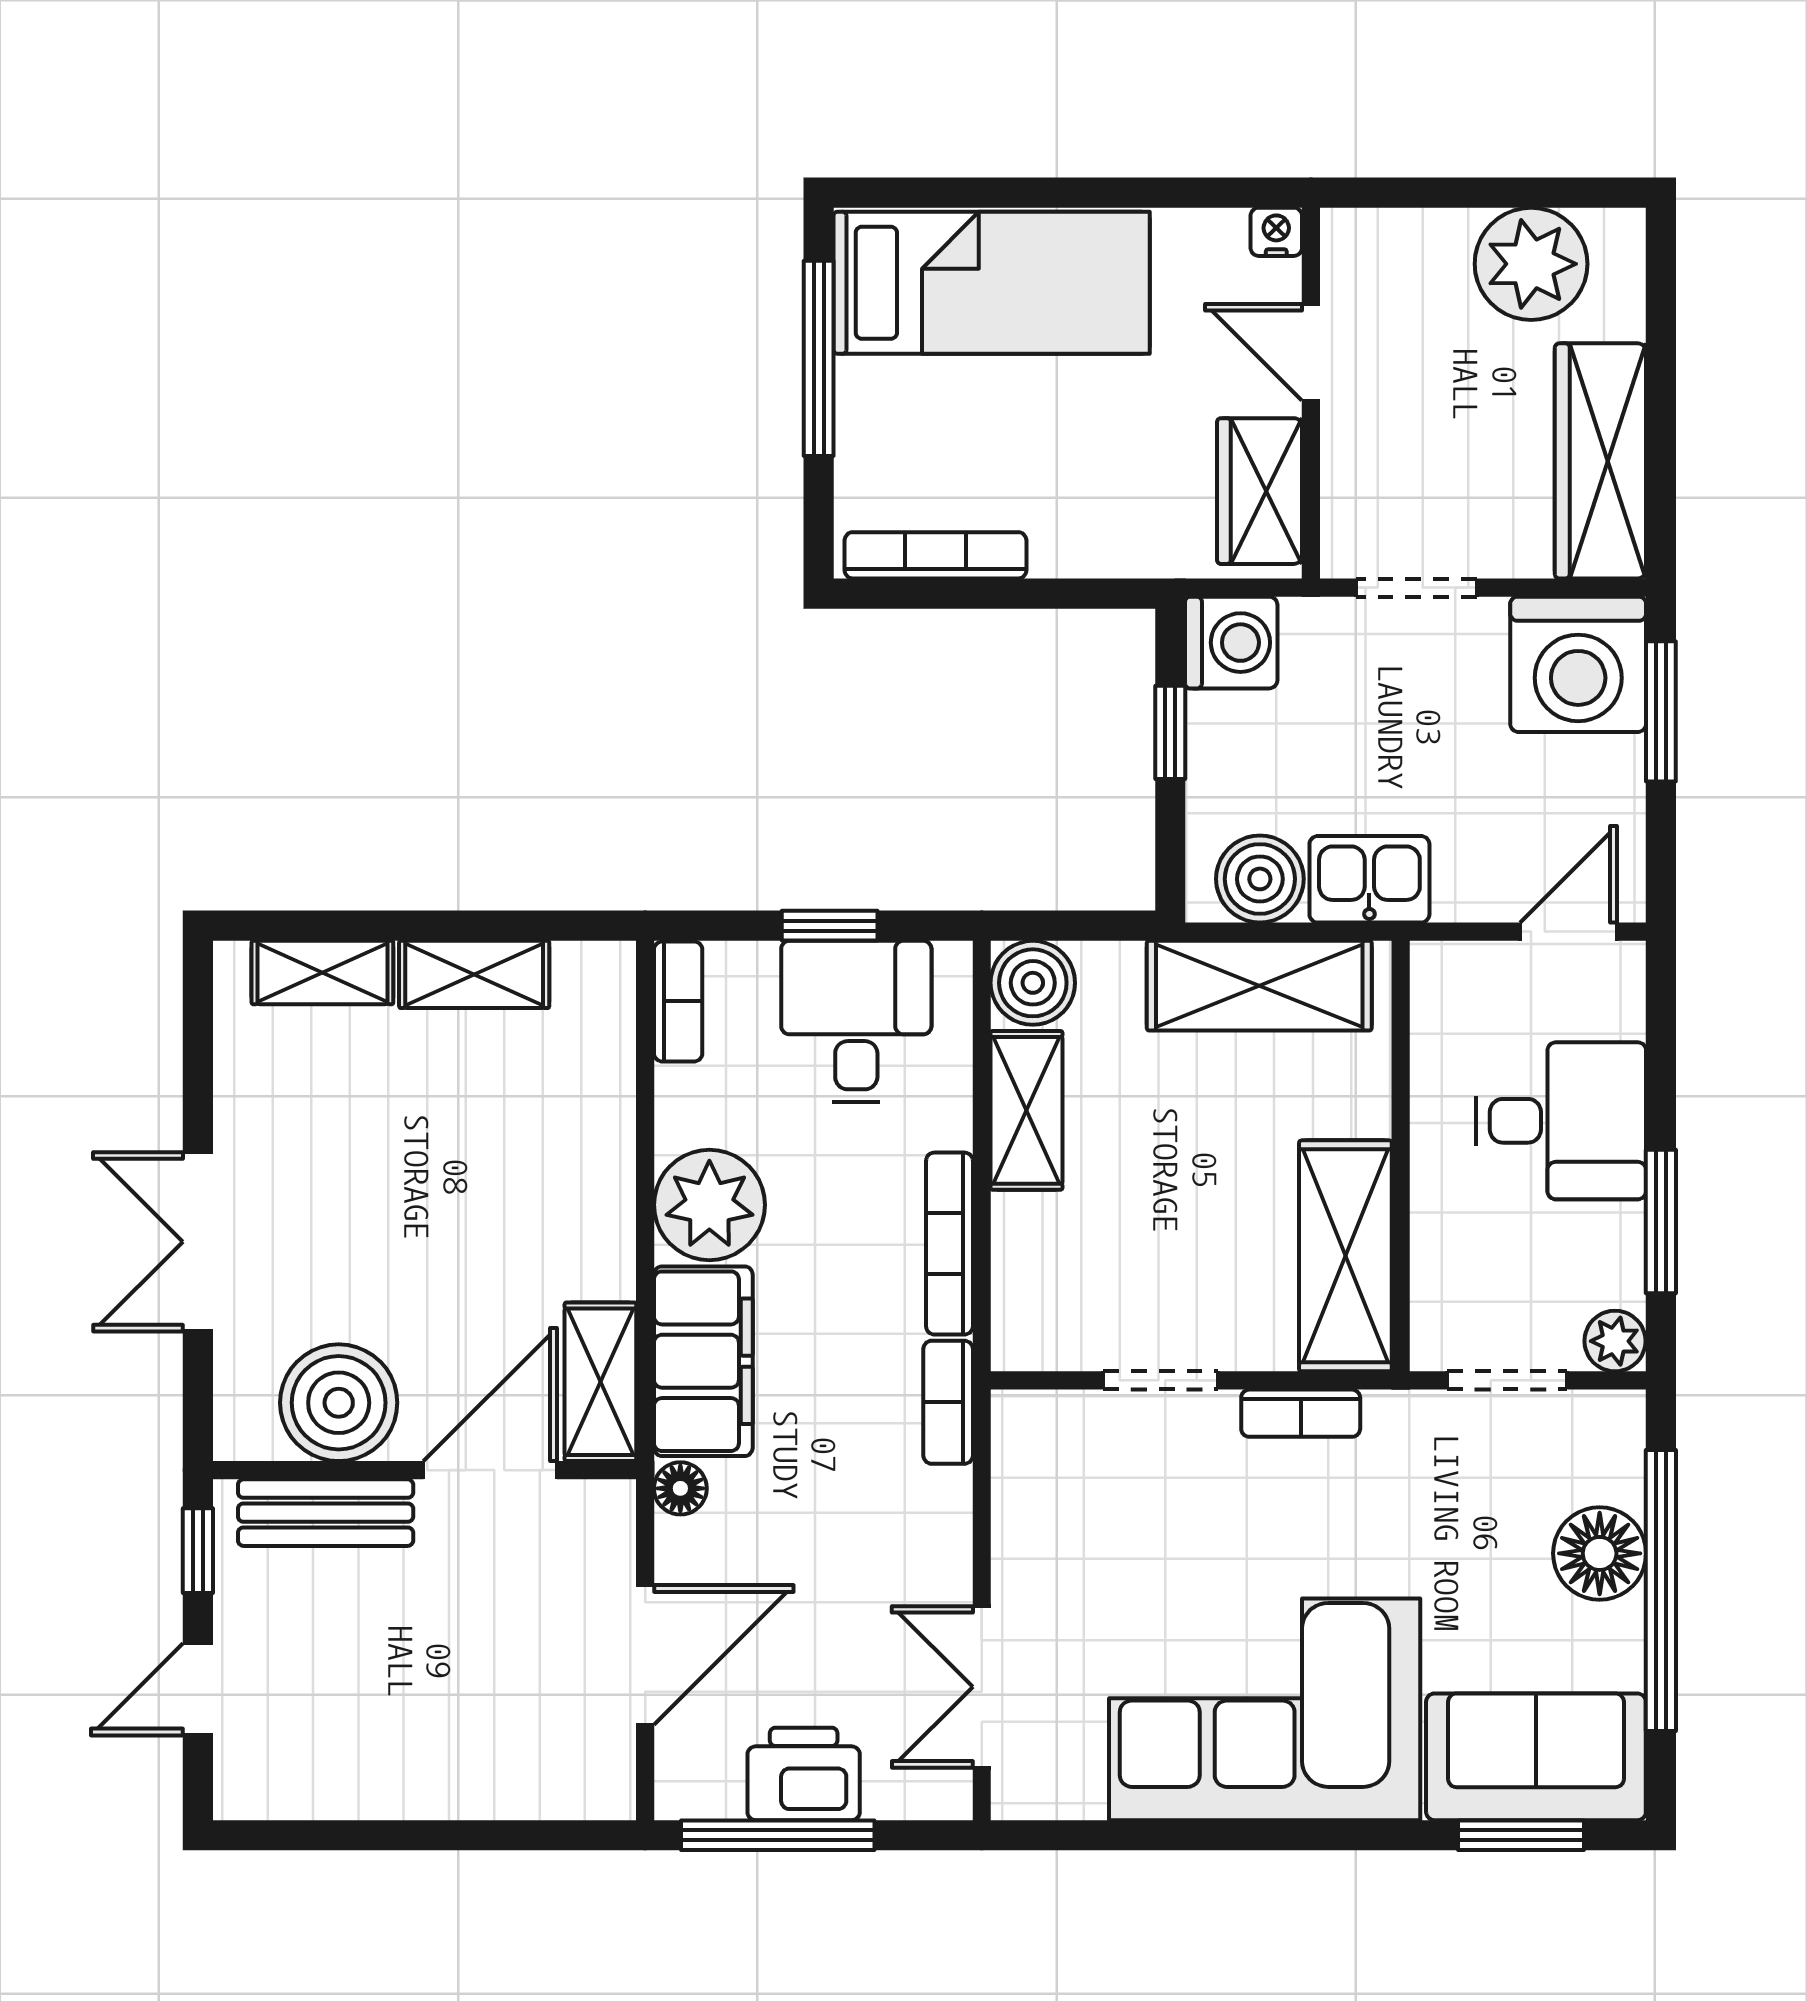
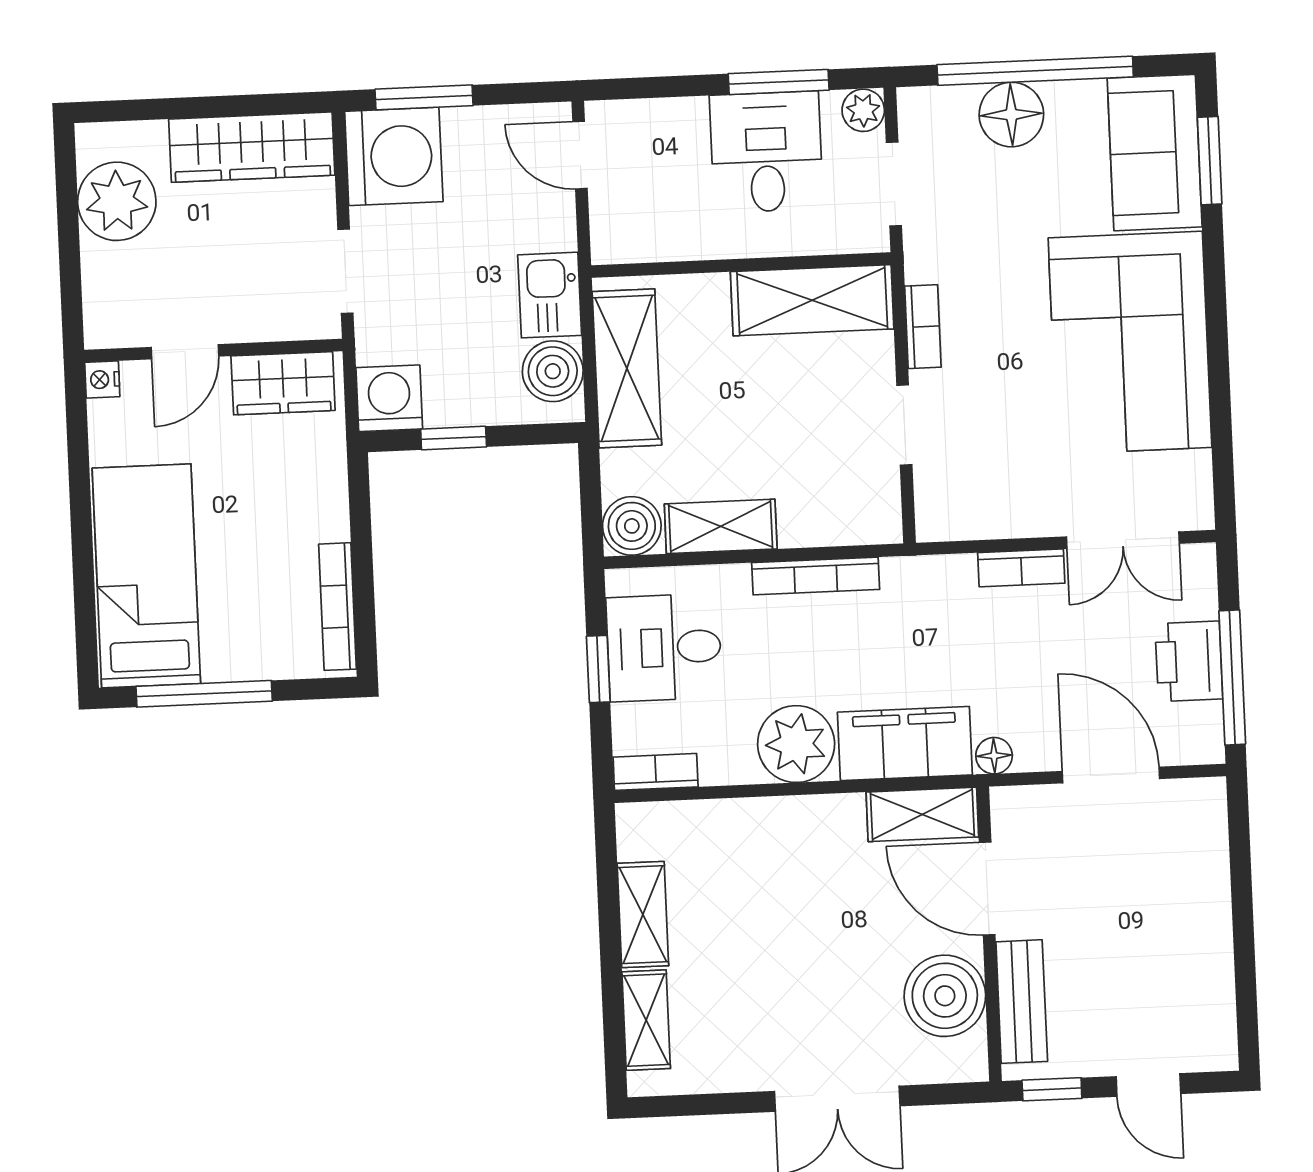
desk: (1561, 1121) -> (766, 152), moved
bookcase: (948, 1402) -> (1021, 568), moved

